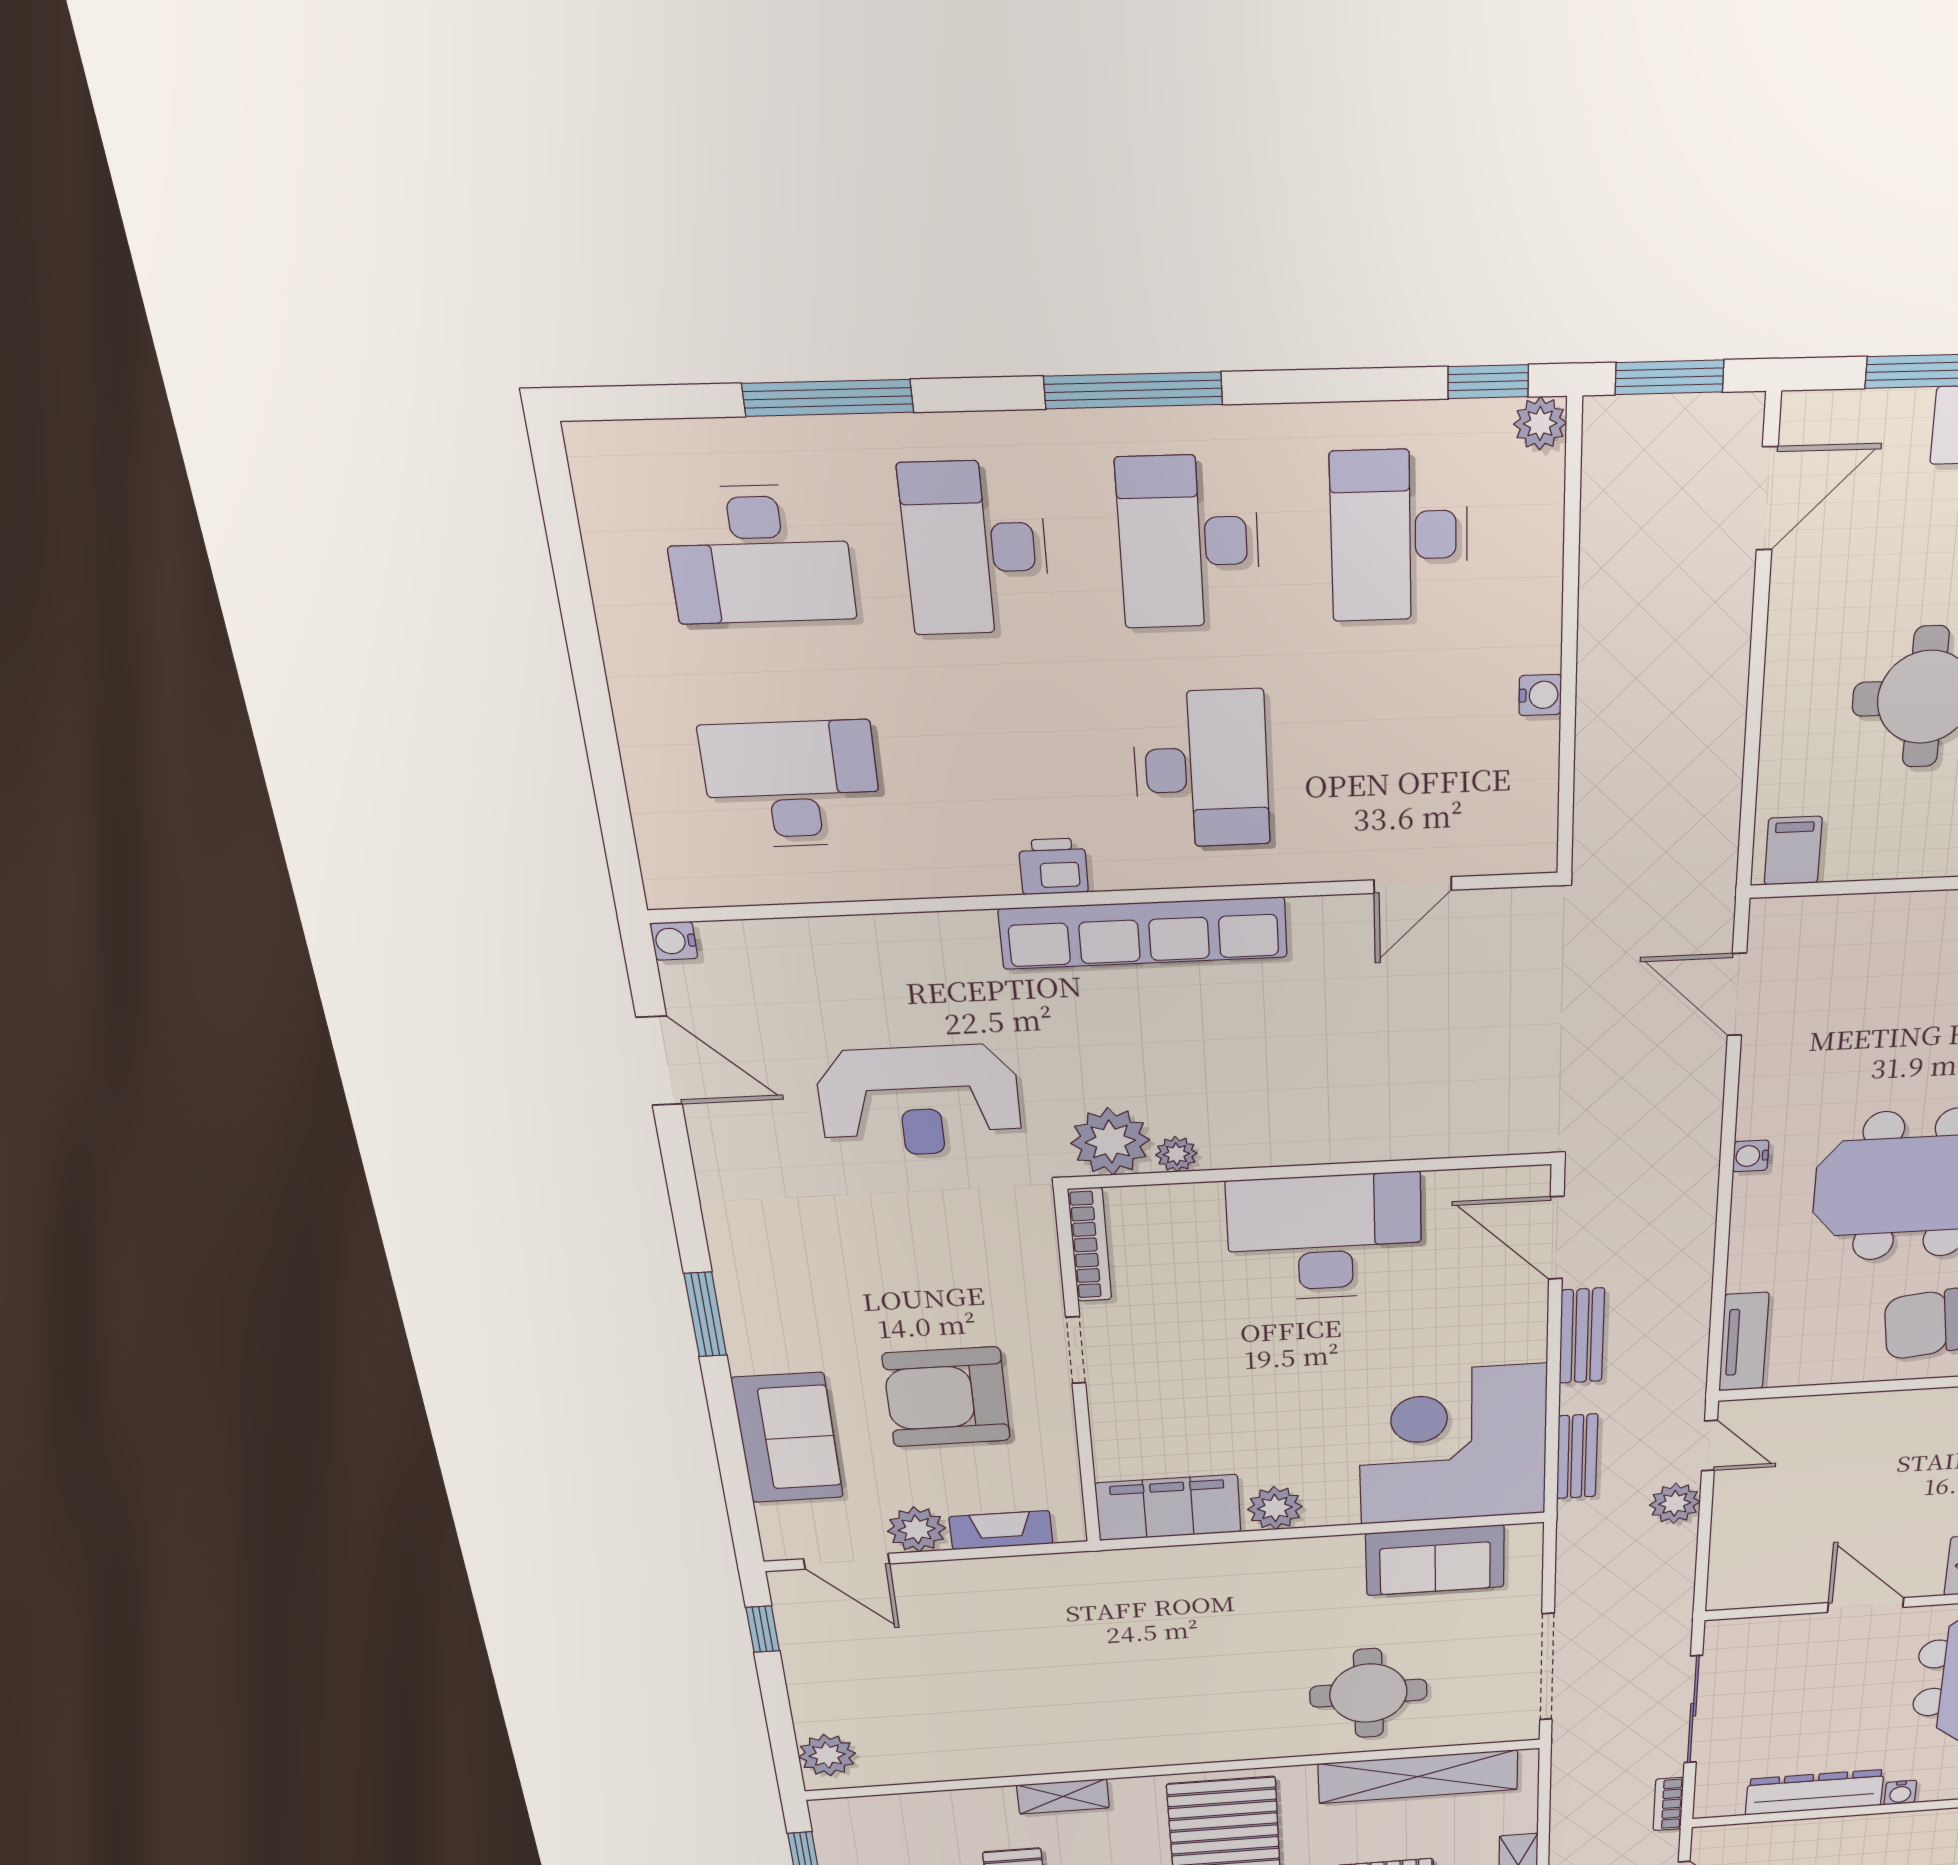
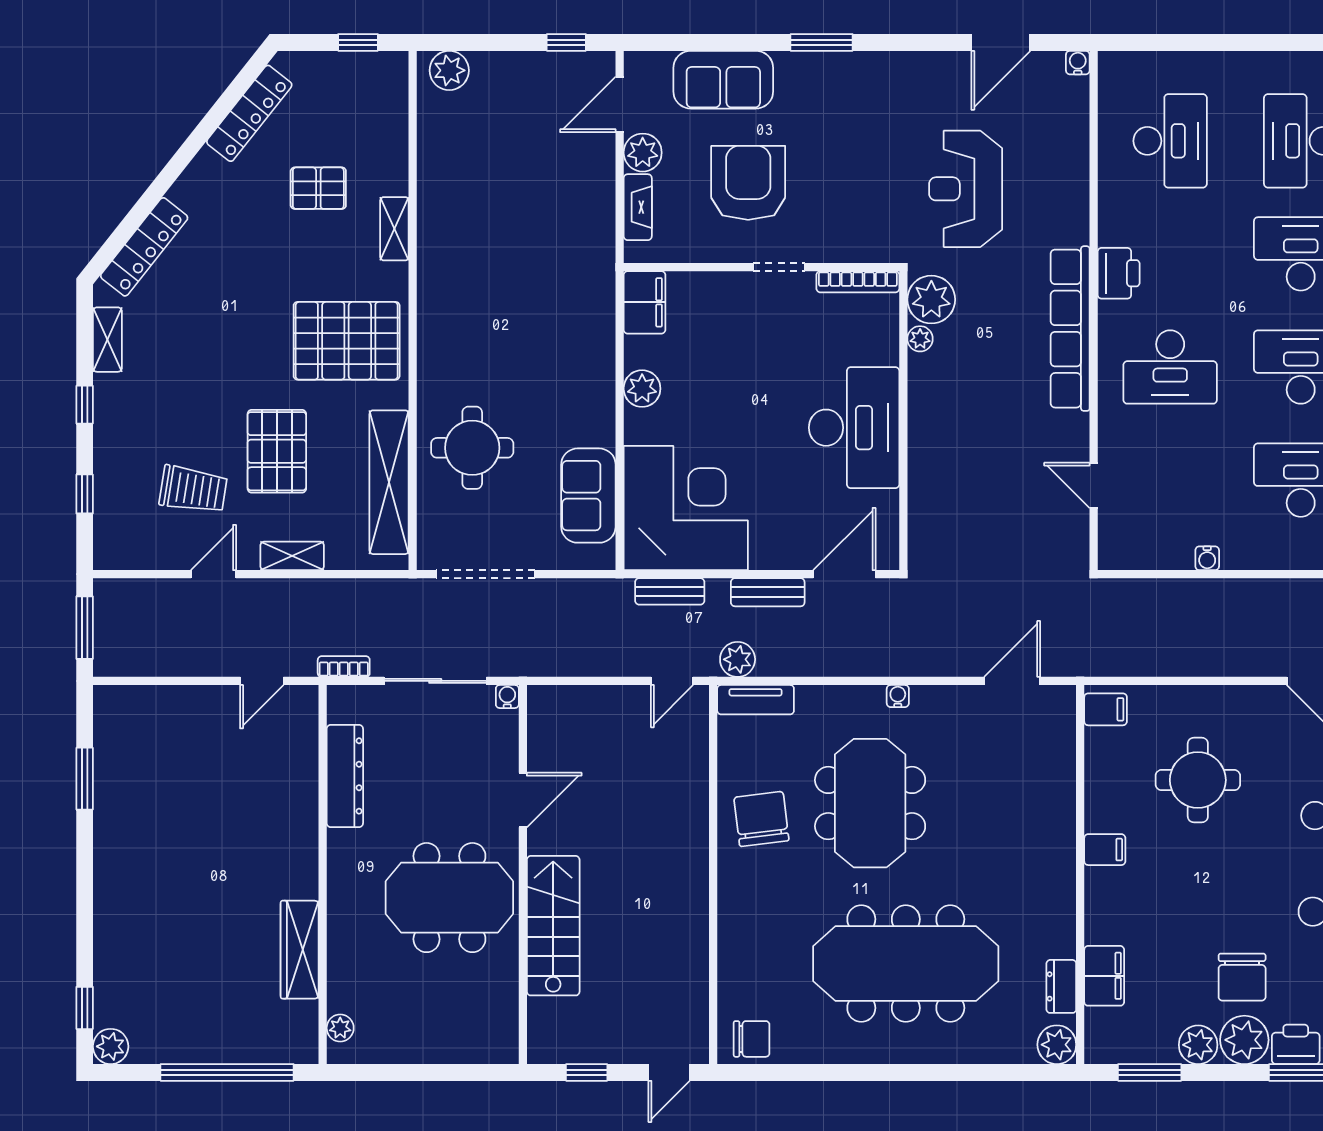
printer: (1053, 866) -> (1119, 273), width x1.36, depth x1.24
plant: (1675, 1503) -> (738, 659), moved
filing cabinet: (1168, 1508) -> (644, 302), width x0.67, depth x0.86
water cooler: (1900, 1793) -> (507, 696), moved, turned 90

